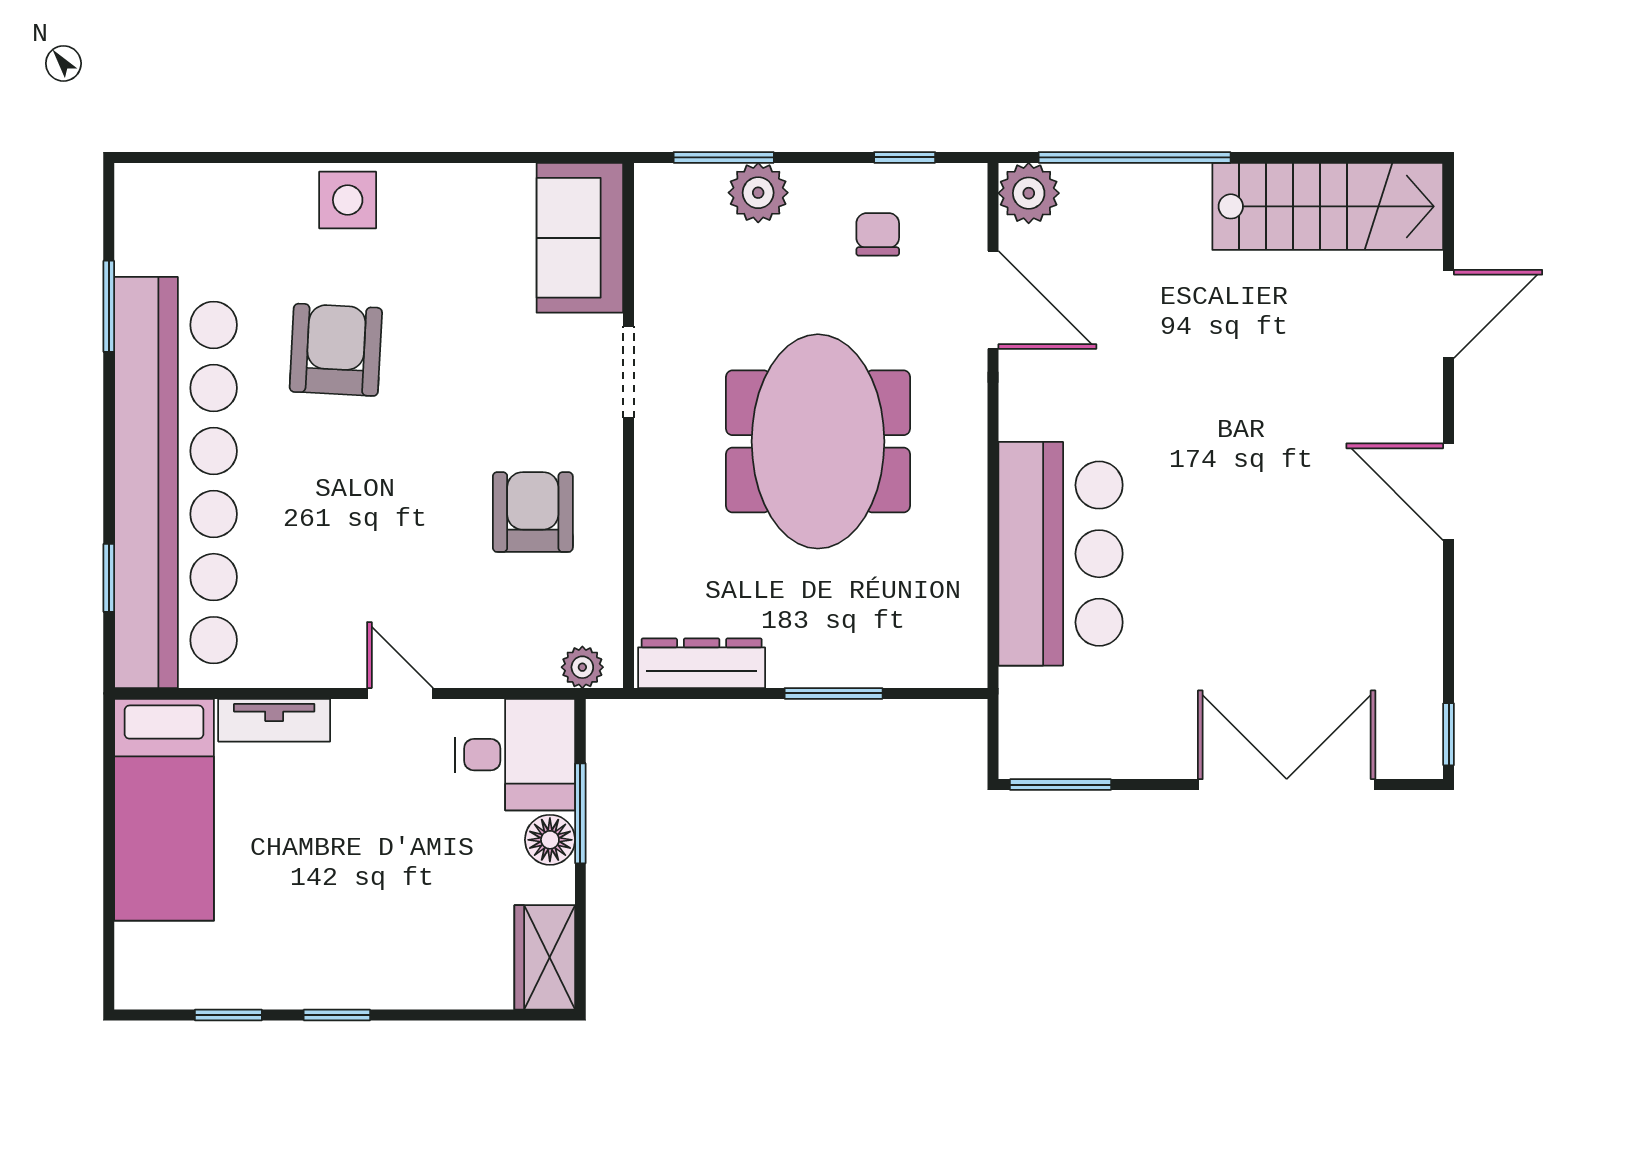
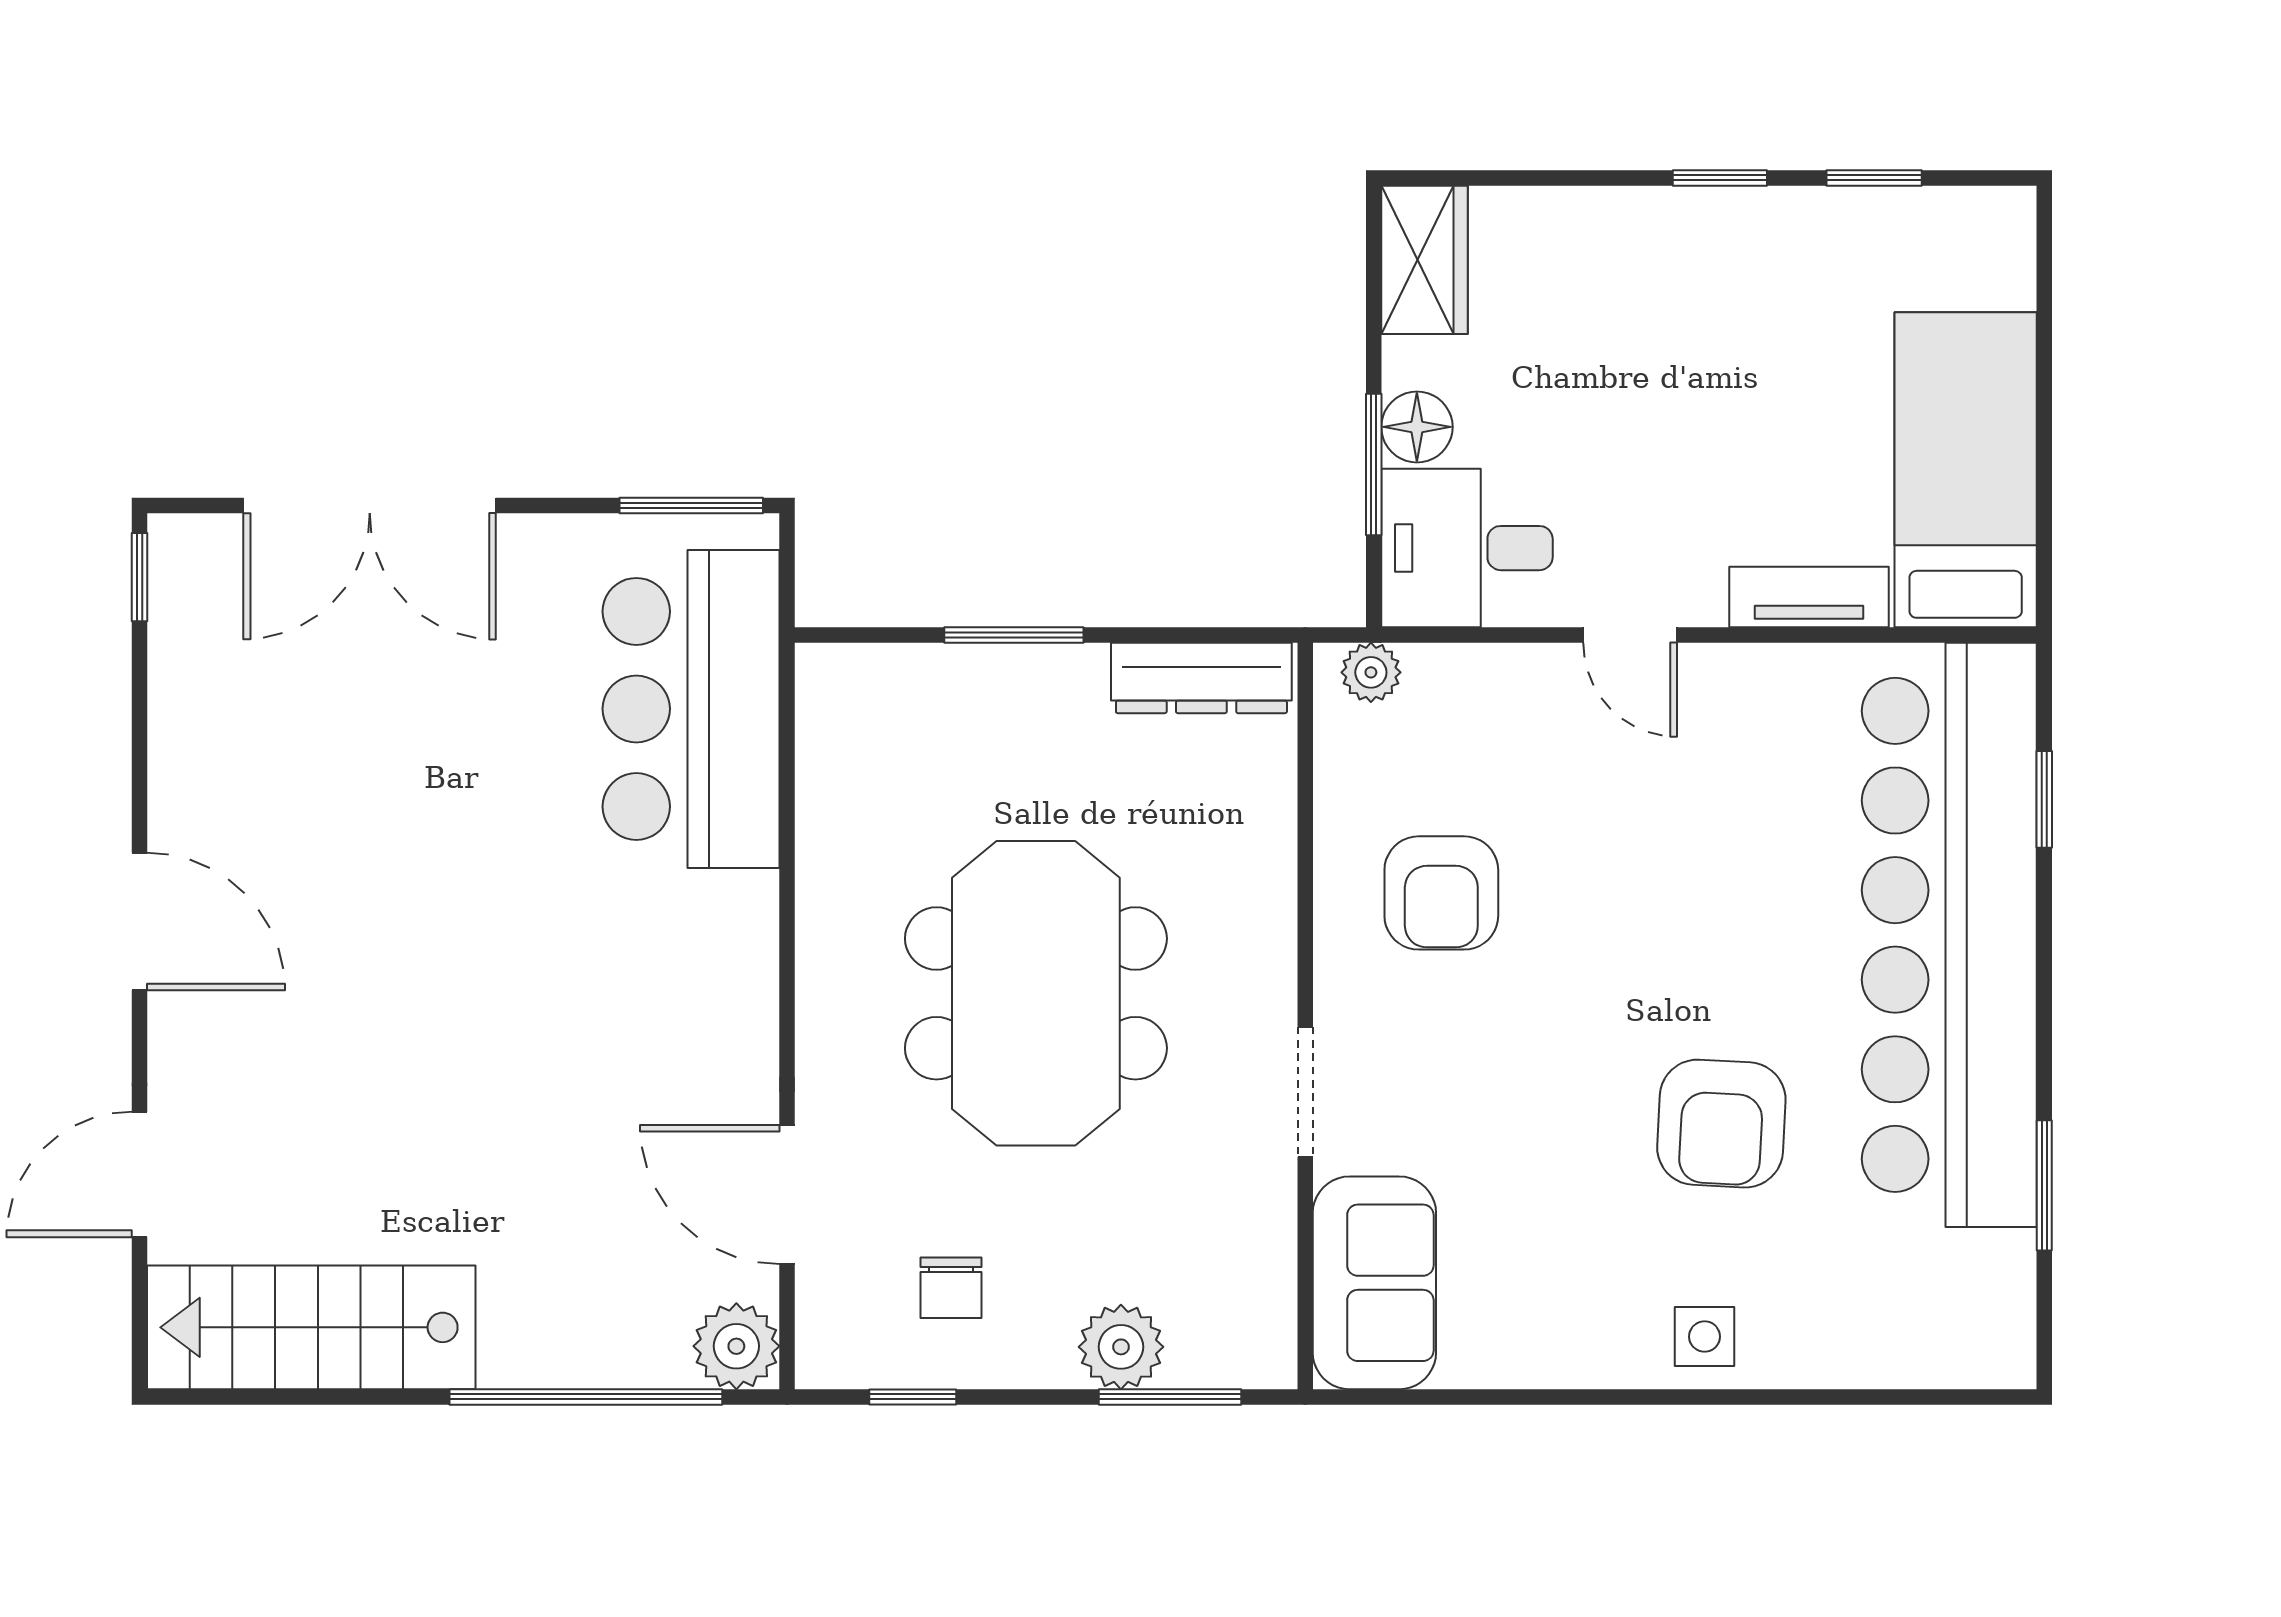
side table: (348, 200) -> (1705, 1337), width x0.73, depth x0.73
bar counter: (1061, 554) -> (691, 709), moved

